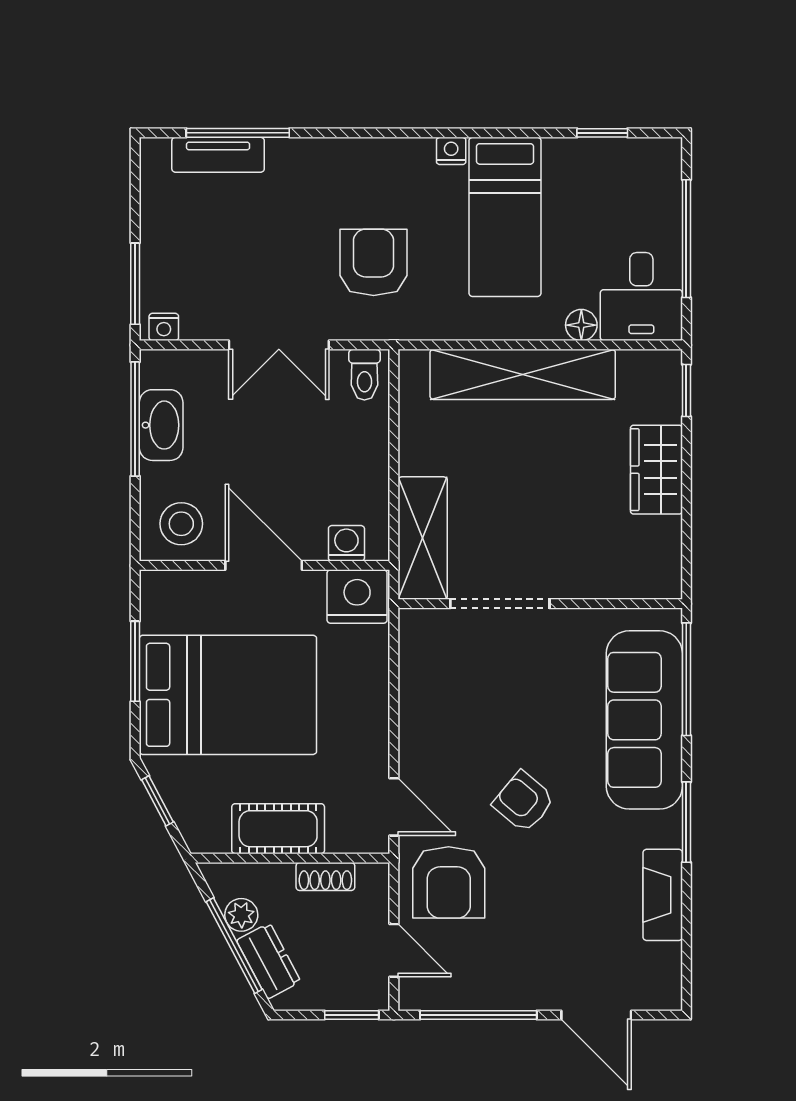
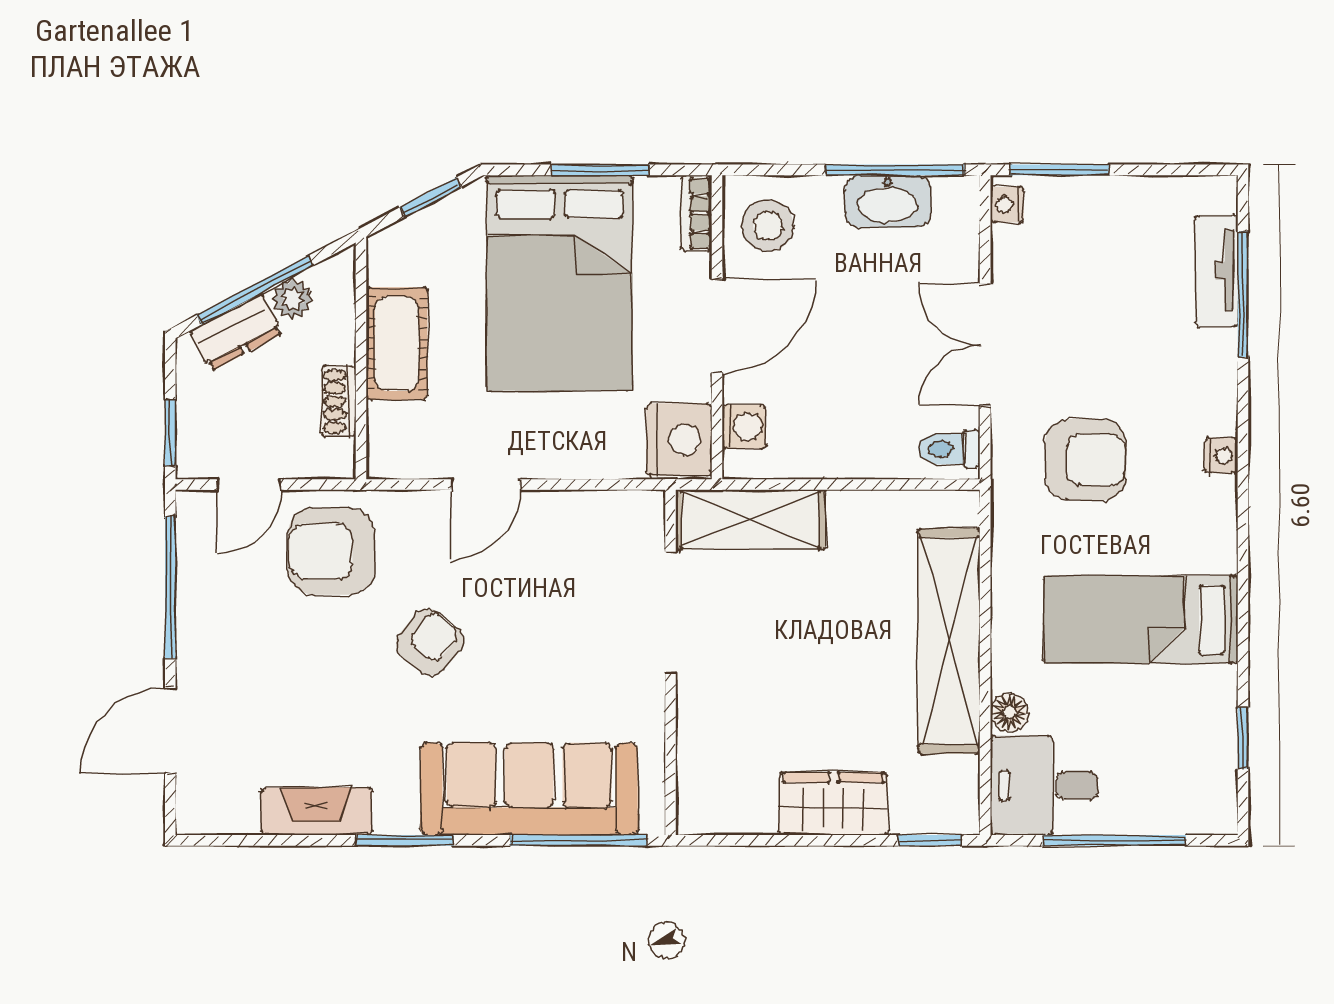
nightstand: (451, 151) -> (1221, 455), moved
bookcase: (171, 582) -> (696, 213), added
door: (394, 807) -> (485, 484), moved

